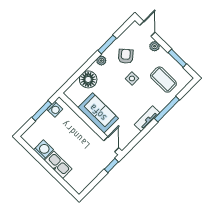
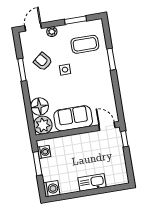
door: (147, 29) -> (33, 27), hinge flipped
plant: (101, 61) -> (43, 125), moved, width x1.87, depth x1.87
window: (167, 109) -> (111, 59), width x0.69
tv unit: (147, 119) -> (107, 81), removed
washing machine: (43, 150) -> (52, 189), moved, turned 90

